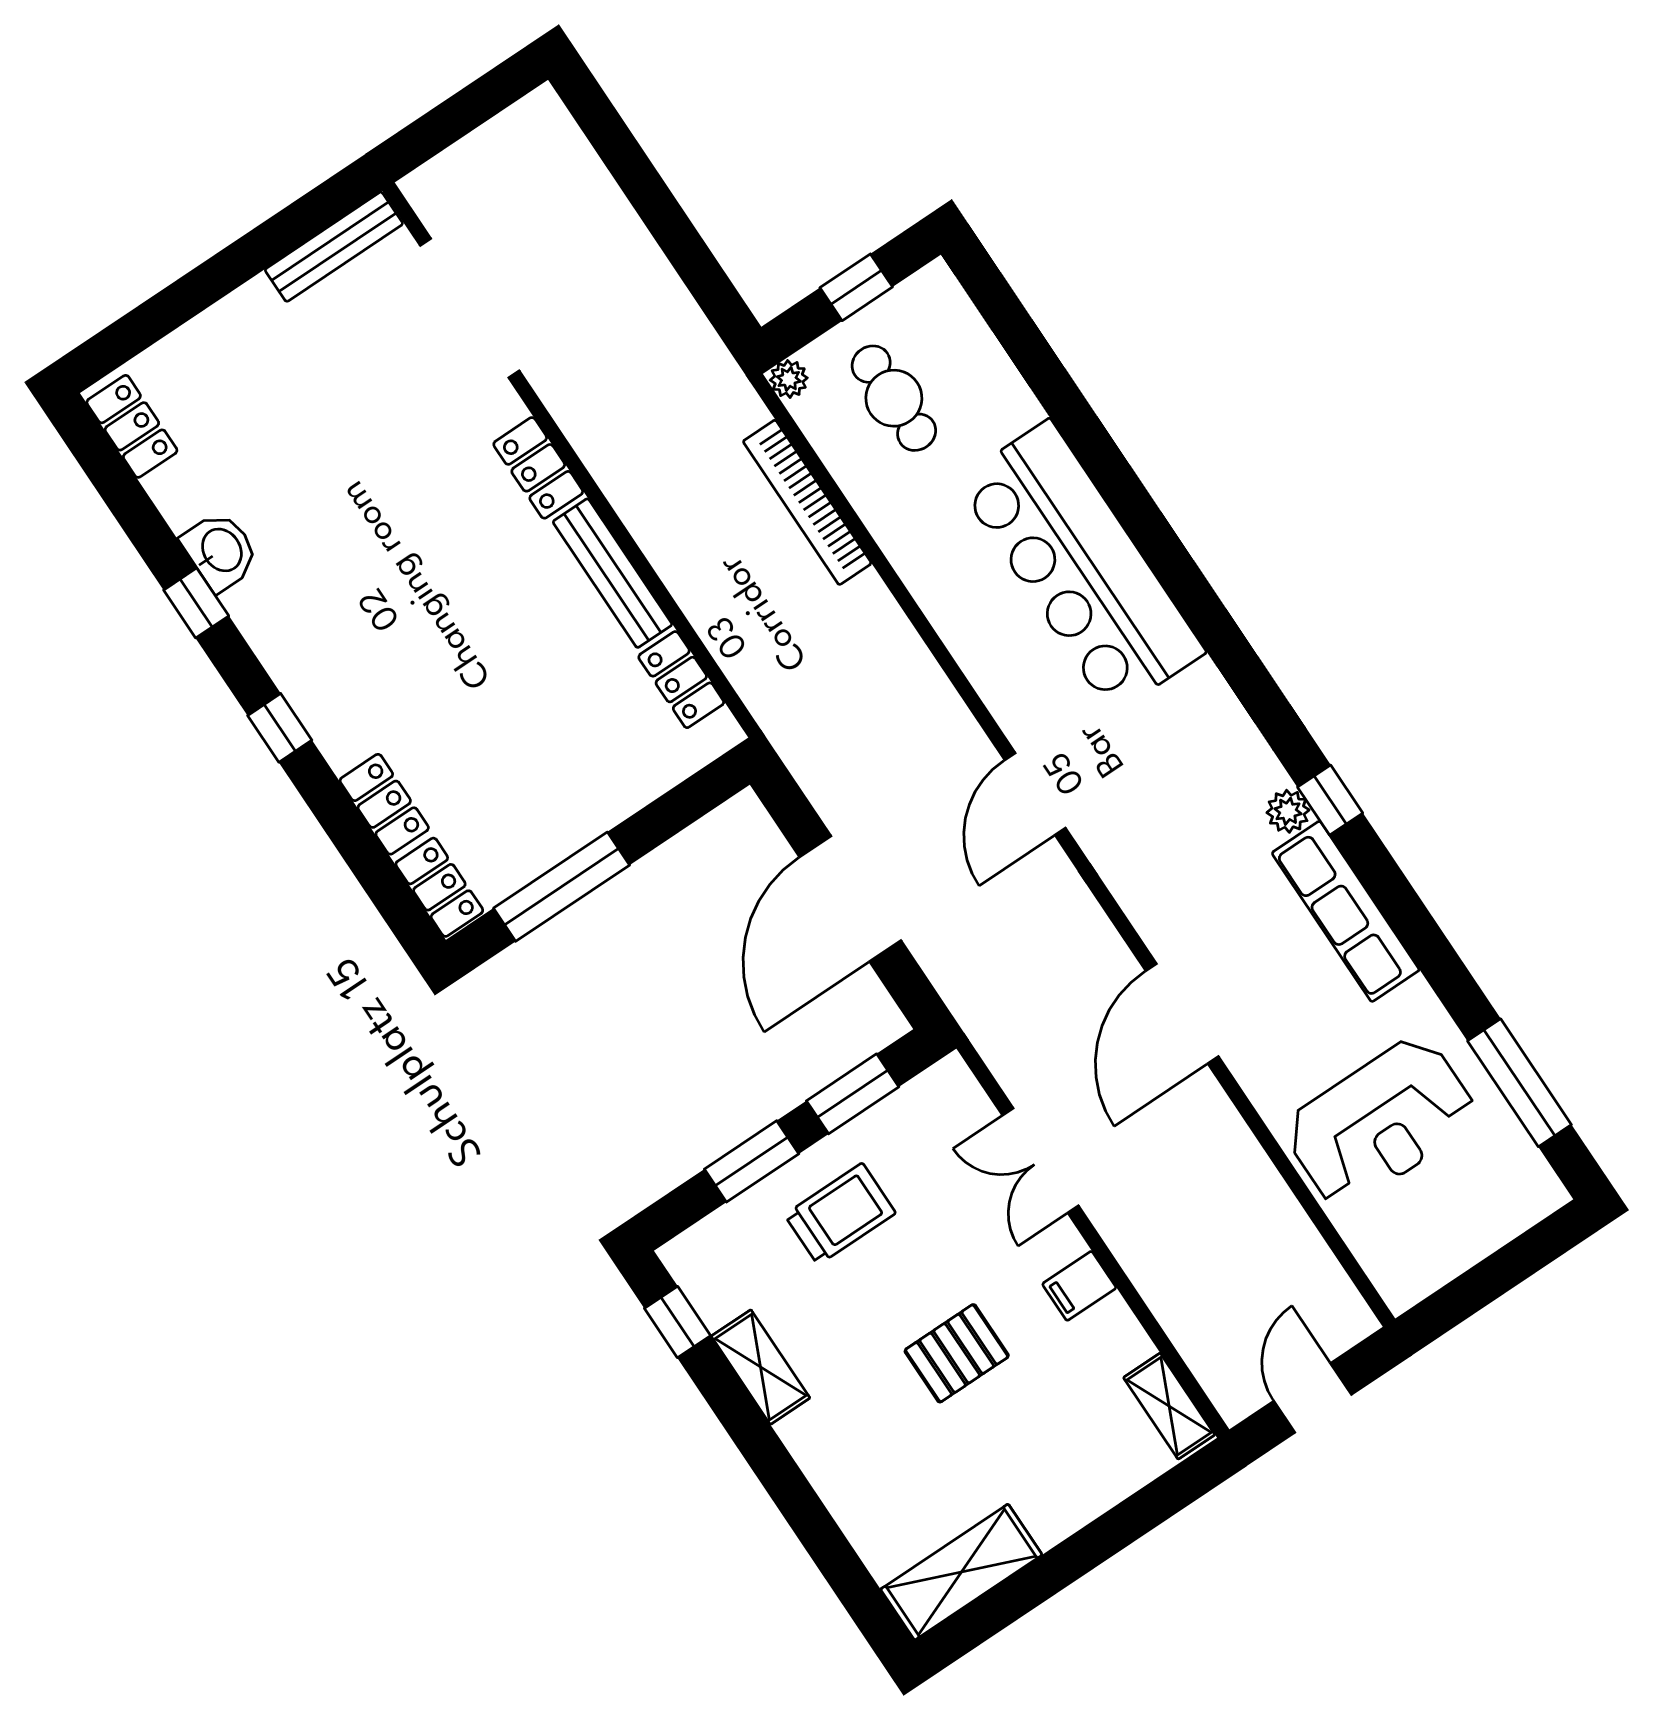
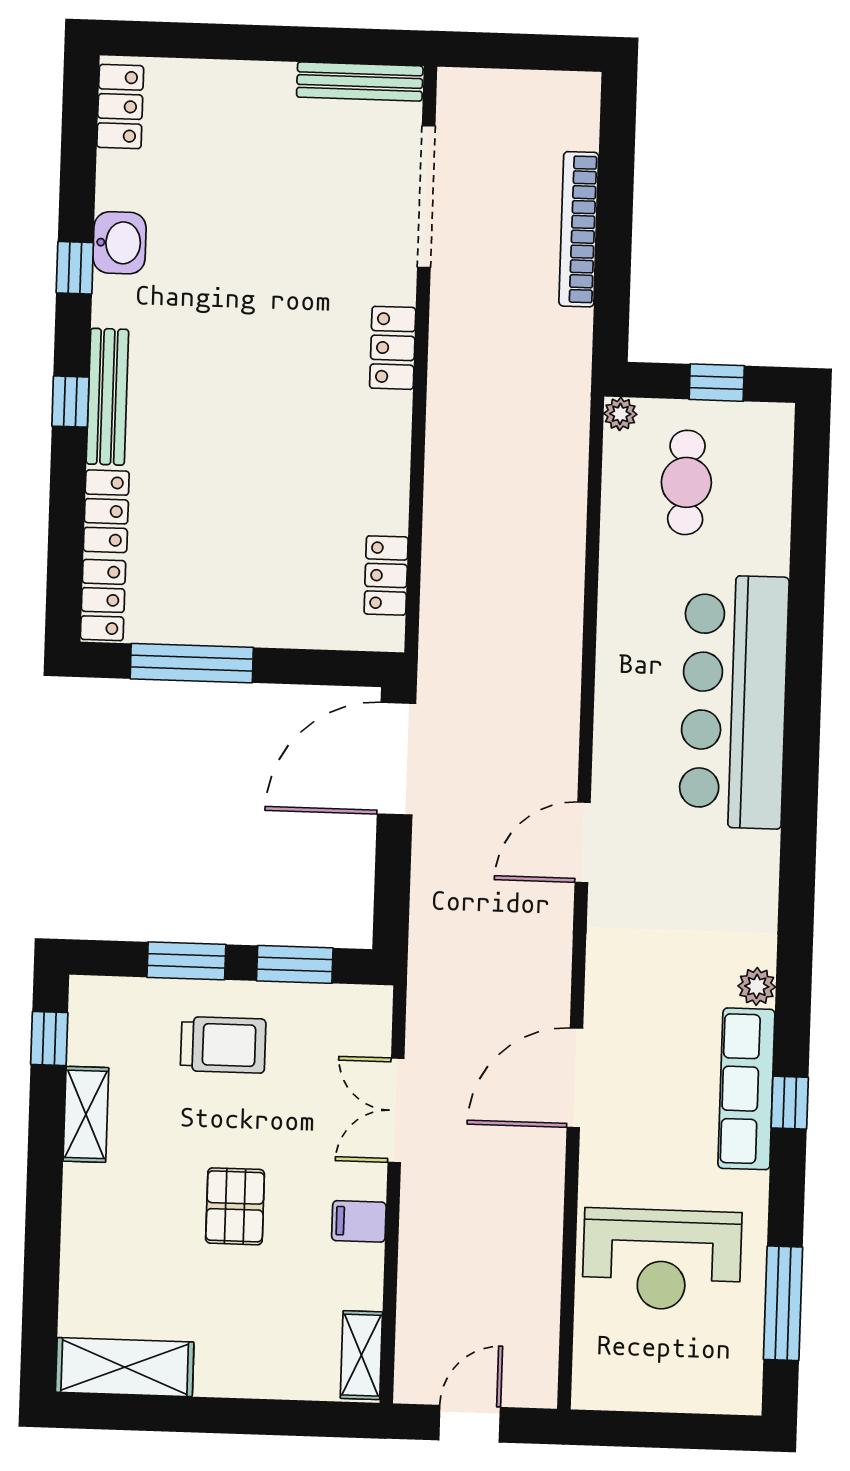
bookcase: (807, 502) -> (579, 229), moved
bench: (613, 573) -> (107, 397), moved
window: (1330, 800) -> (790, 1103), moved
door: (850, 899) -> (396, 759), moved
pallet: (957, 1353) -> (235, 1206), turned 90

